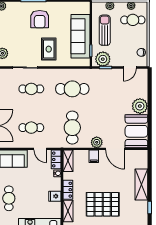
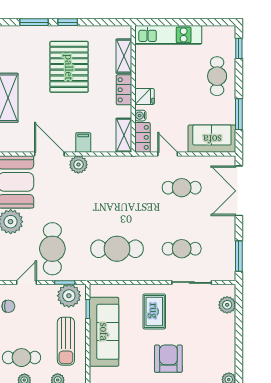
cafe table: (72, 128) -> (52, 249), moved
fridge: (55, 196) -> (145, 96), moved
pallet: (103, 204) -> (69, 67), turned 90

